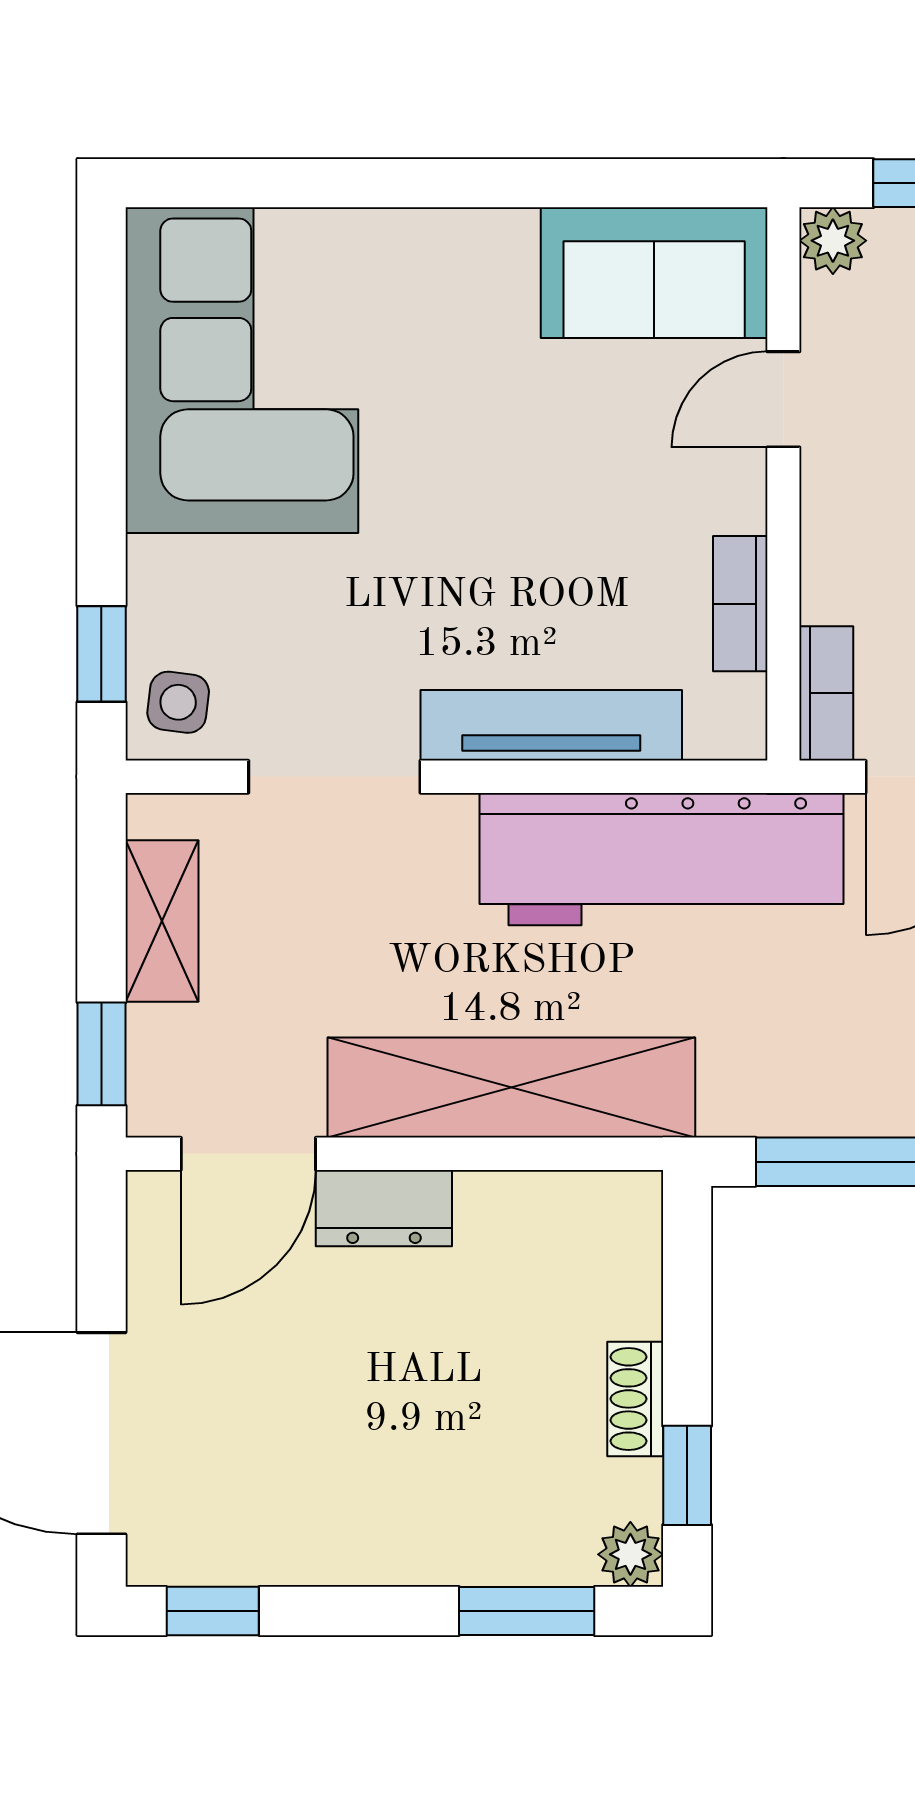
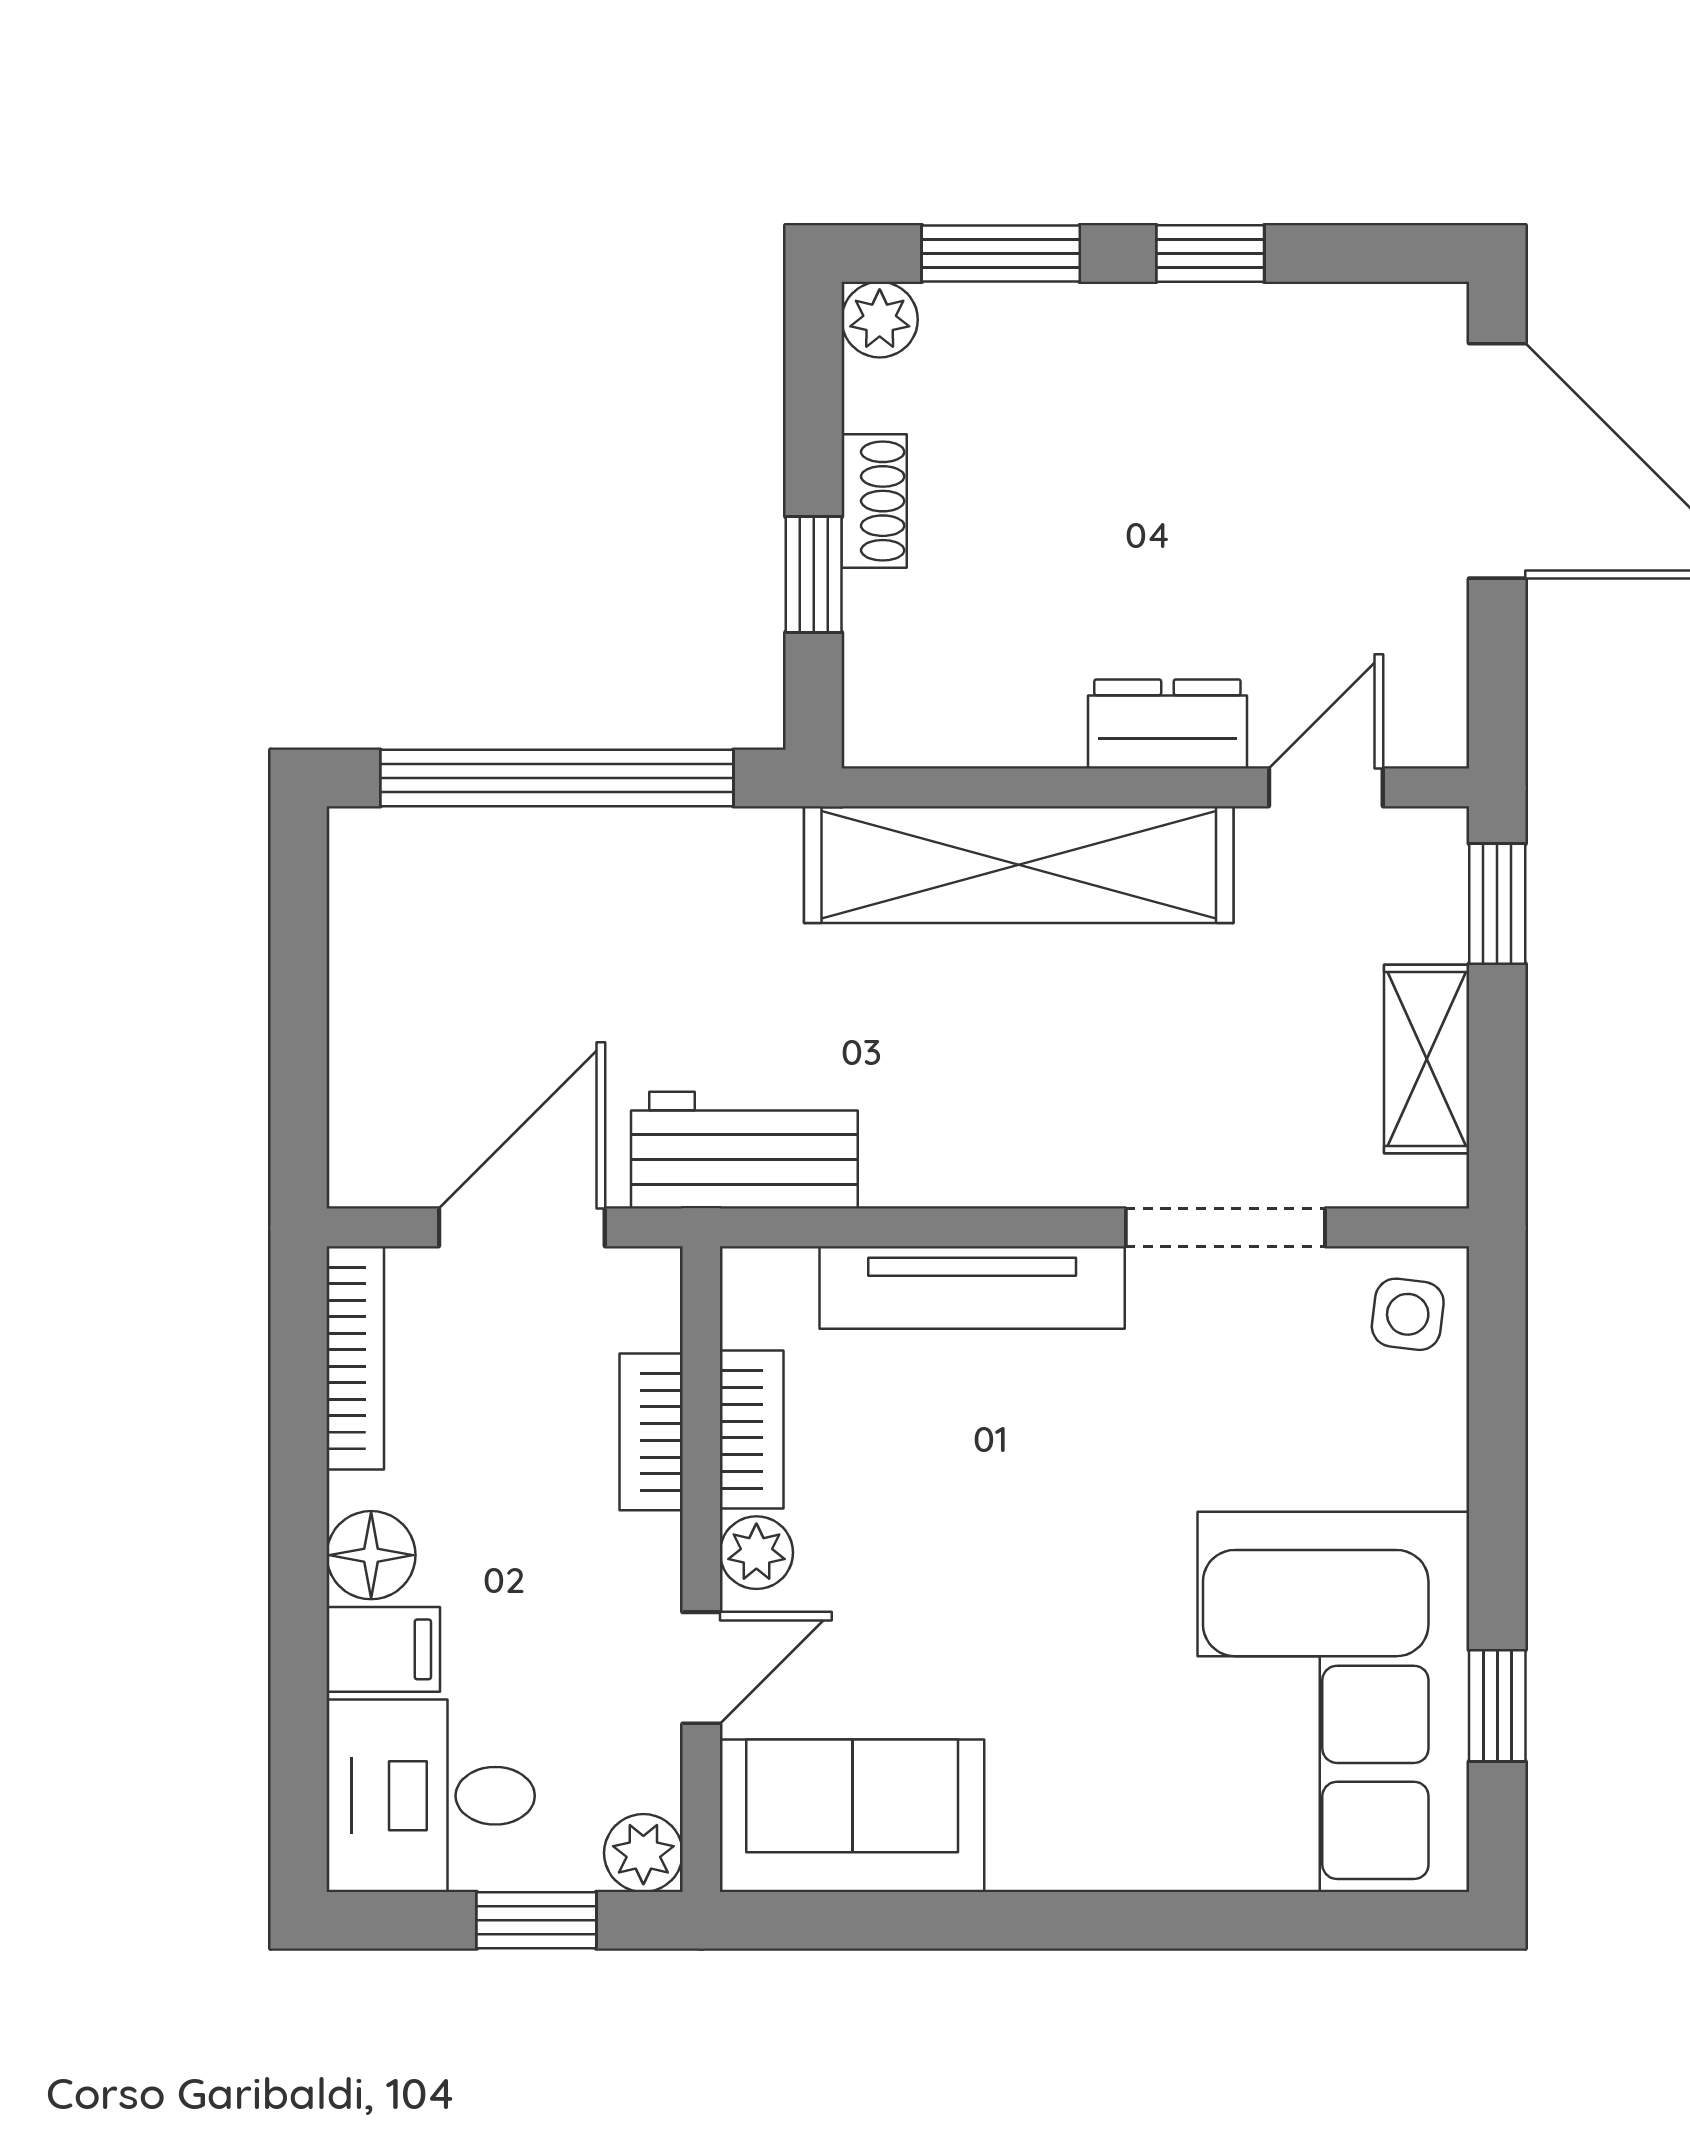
plant: (736, 498) -> (756, 1553), added
window: (101, 654) -> (1497, 1706), moved
bookcase: (826, 693) -> (651, 1432), moved
workbench: (661, 859) -> (744, 1150), width x0.53, depth x0.76
door: (248, 1154) -> (1326, 787), width x0.73
window: (687, 1475) -> (814, 574), moved
window: (213, 1611) -> (1210, 254), moved

